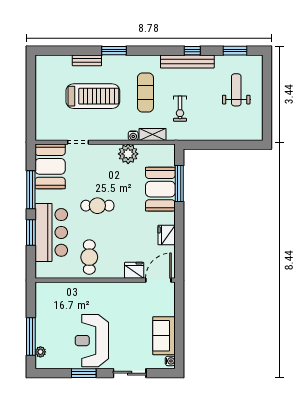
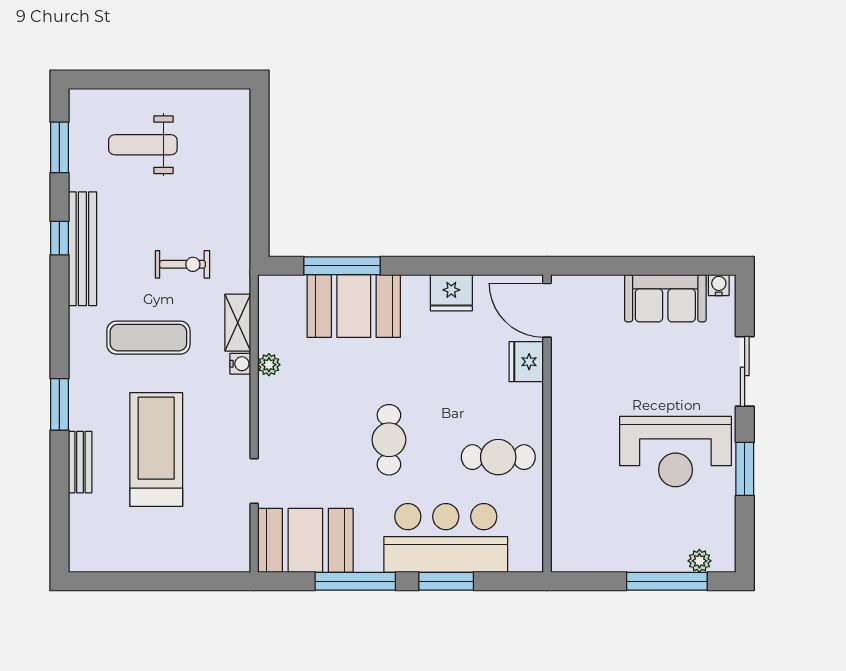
plant: (128, 154) -> (269, 365), width x0.53, depth x0.53

